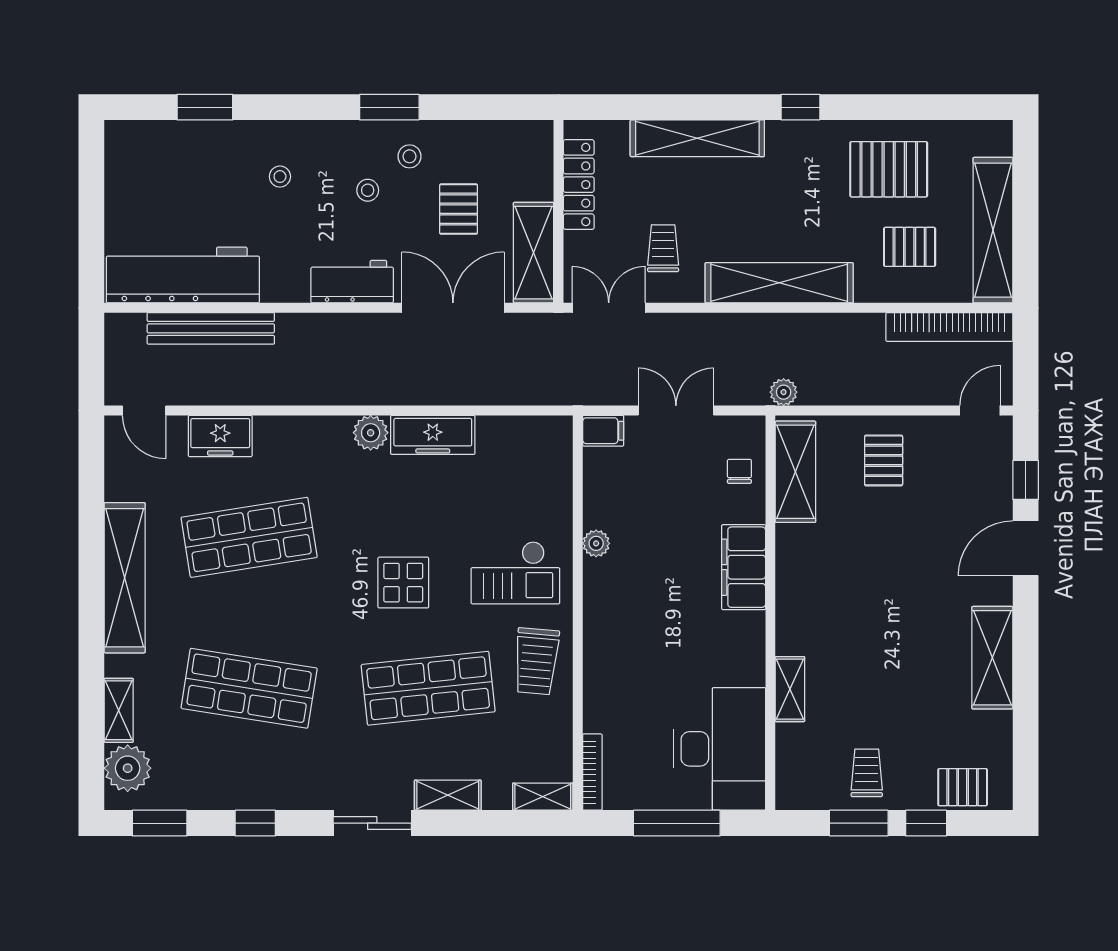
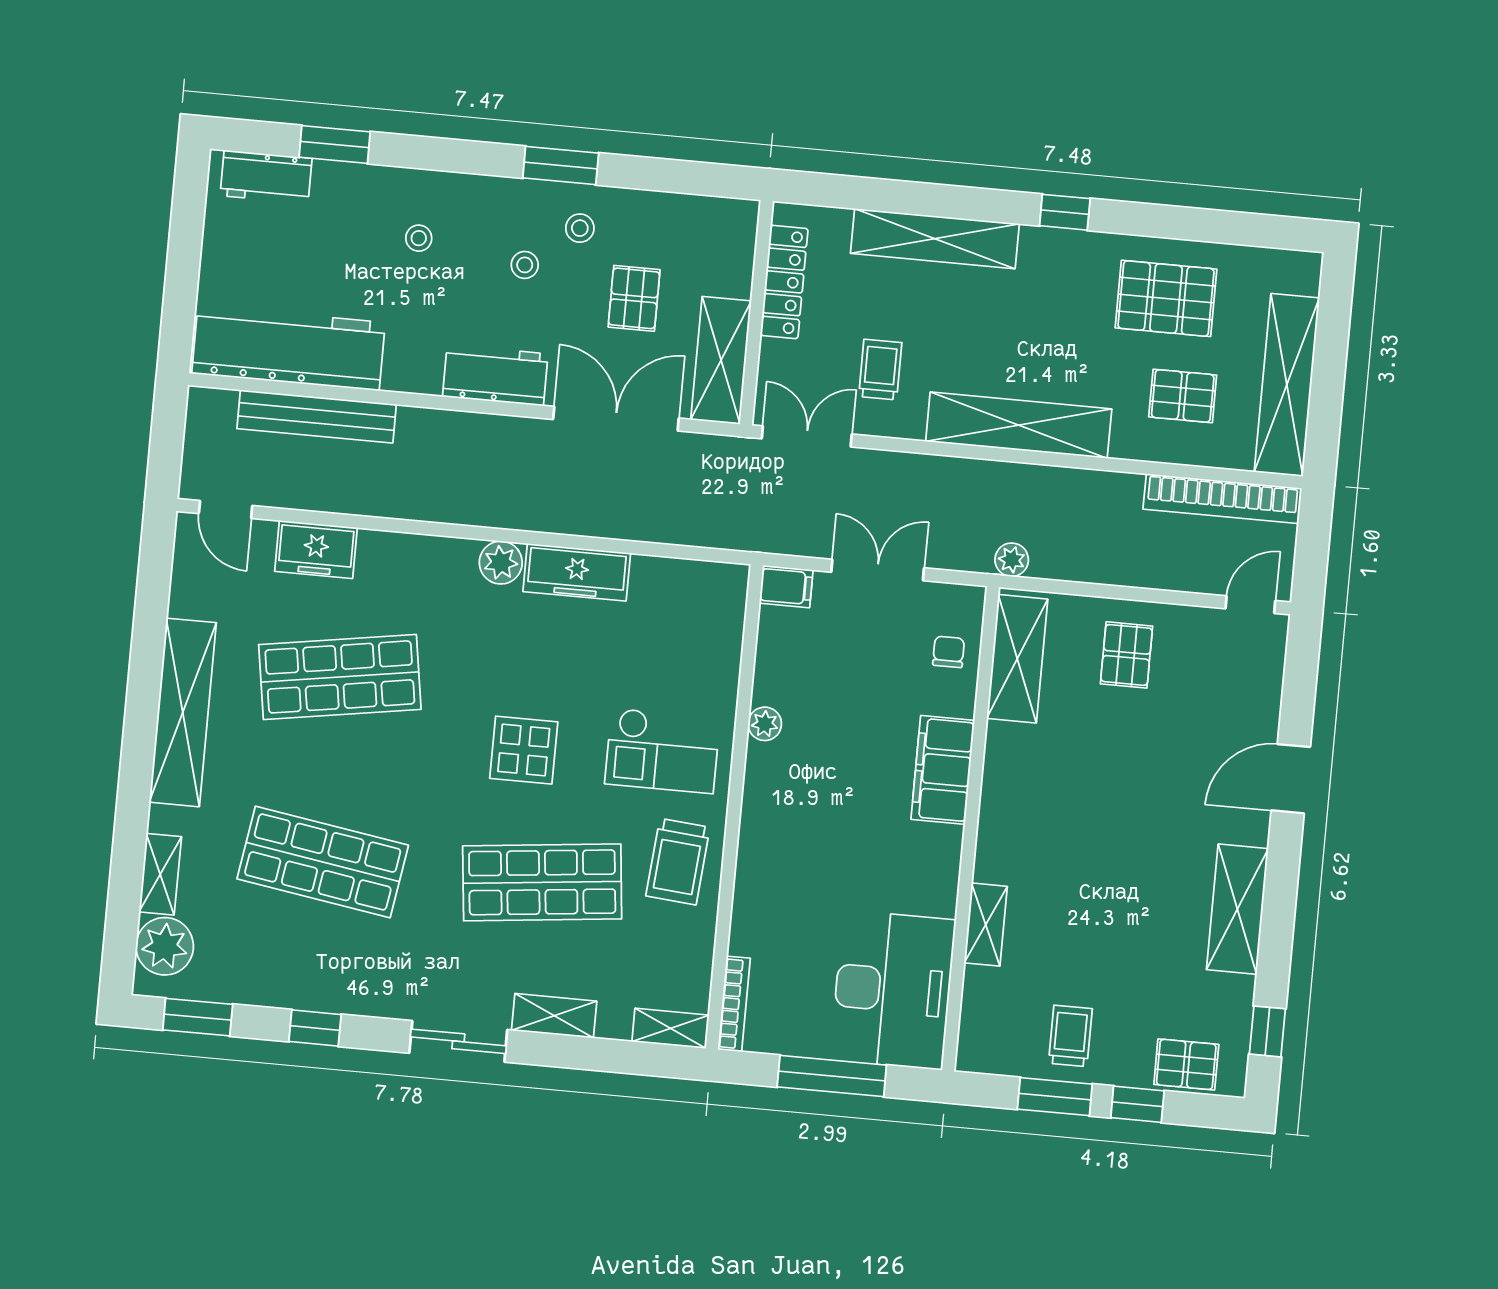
workbench: (152, 139) -> (266, 177), added
window: (1026, 480) -> (1267, 1031), moved

